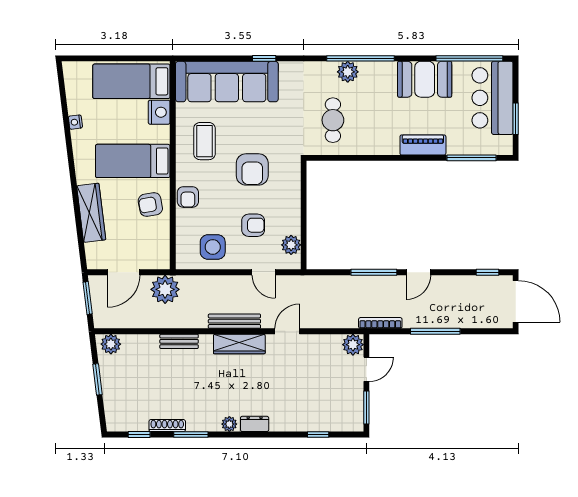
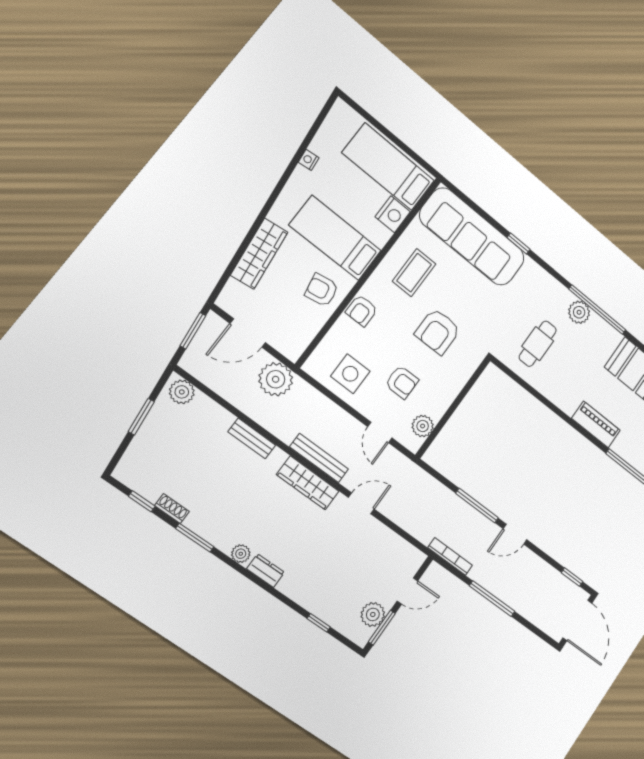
plant: (353, 345) -> (373, 614), moved
shoe rack: (167, 426) -> (172, 509), width x0.70

